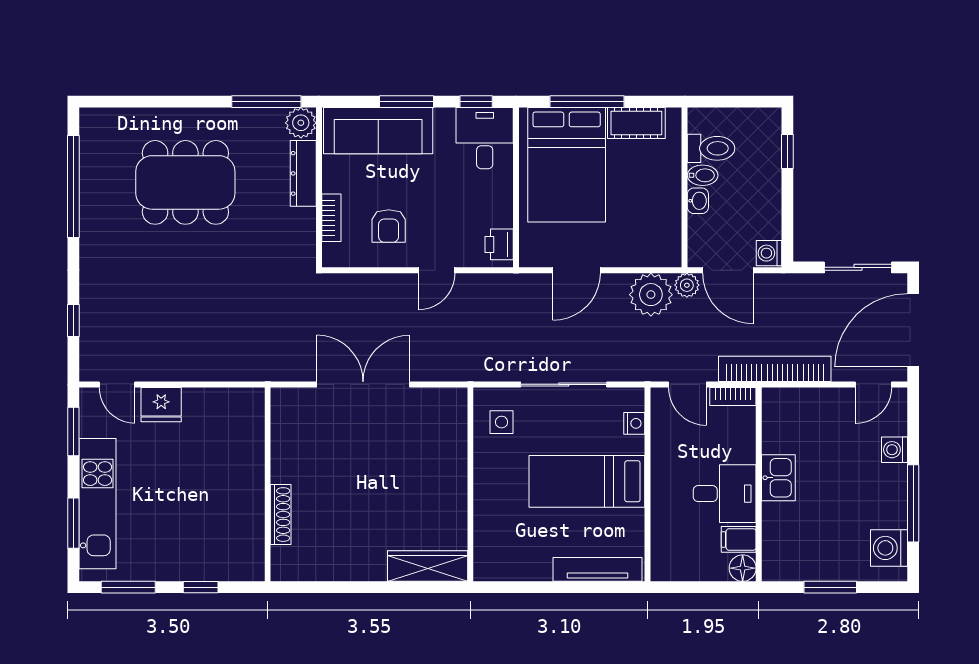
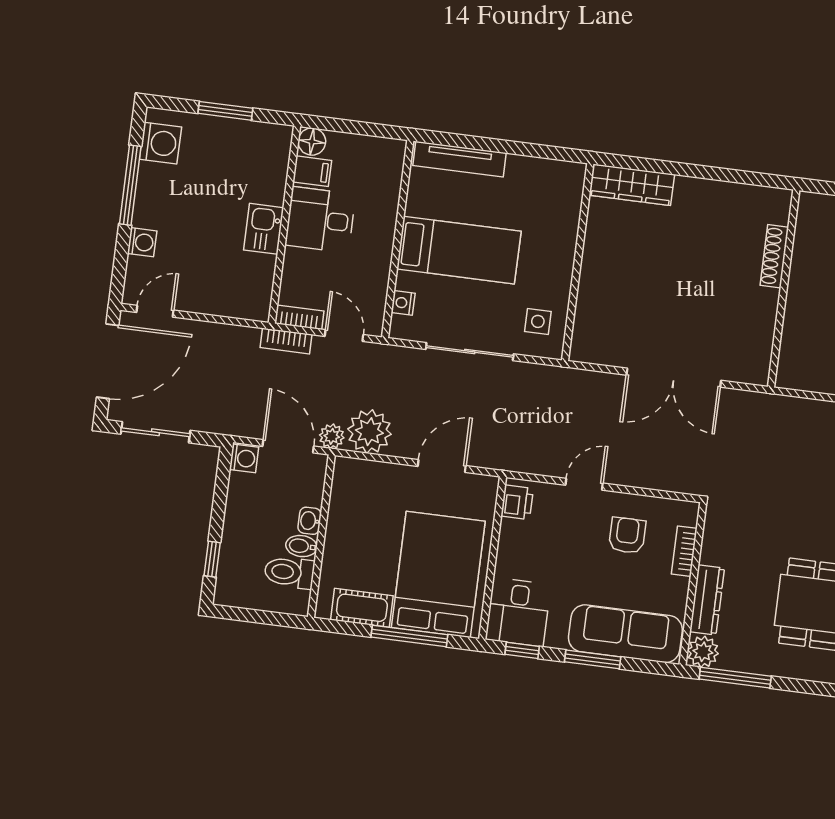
bookcase: (775, 369) -> (286, 341), width x0.43, depth x0.76

